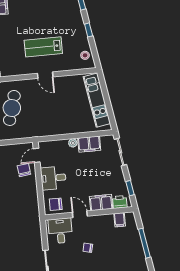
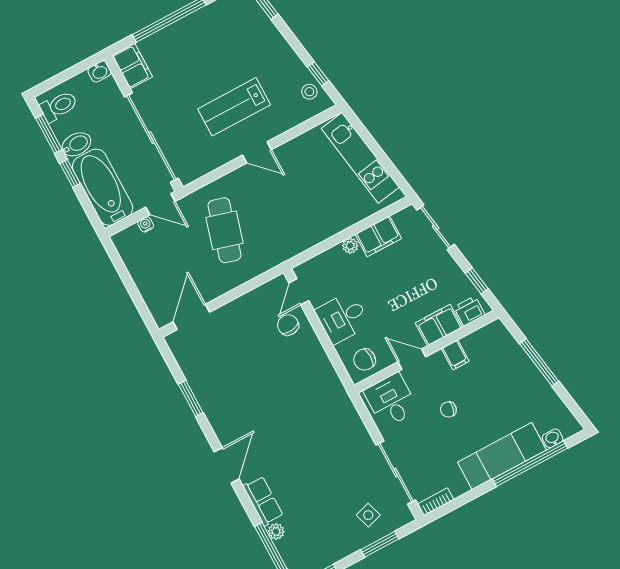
window: (89, 30) -> (318, 74), moved
filing cabinet: (120, 220) -> (455, 355), moved

